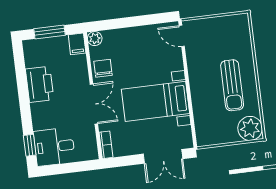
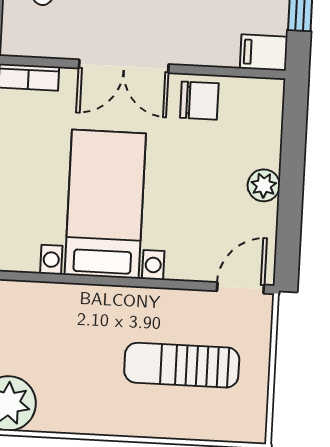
plant: (95, 39) -> (264, 185), moved
sun lounger: (232, 85) -> (182, 365), moved

